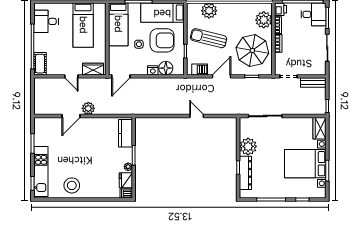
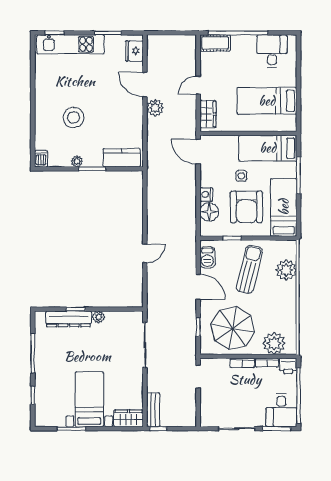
bench: (313, 83) -> (153, 410), moved
plant: (248, 146) -> (99, 317), width x0.53, depth x0.53
bed with nightstands: (305, 164) -> (89, 399), width x0.73
fridge: (126, 180) -> (134, 51), moved, turned -90
stool: (72, 185) -> (73, 117), moved

